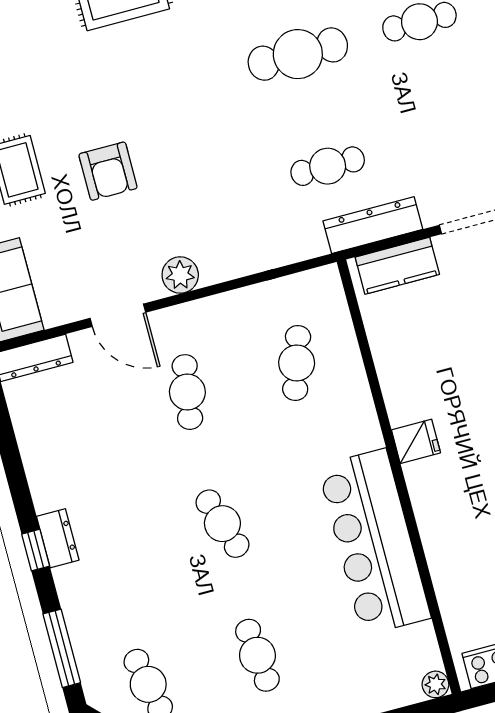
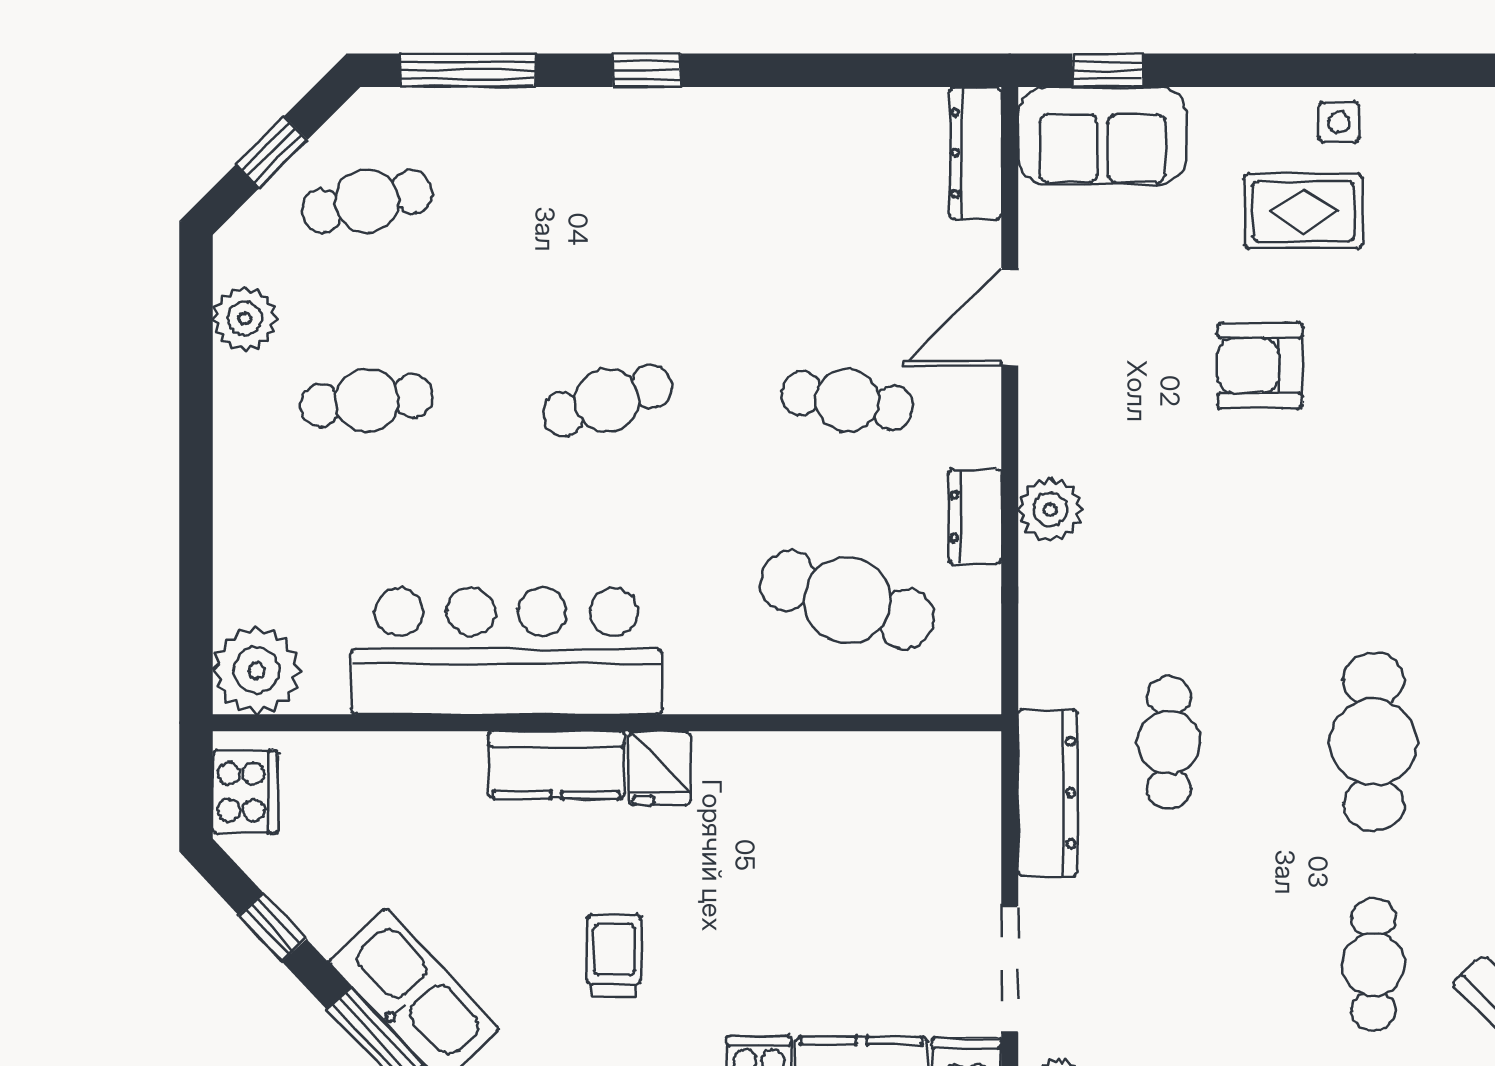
kitchen counter: (397, 266) -> (556, 765), moved, turned -90
plant: (180, 275) -> (1050, 510), moved
cafe table: (297, 363) -> (847, 600), width x1.37, depth x1.35
dresser: (58, 538) -> (975, 517), moved, turned 90
plant: (435, 684) -> (257, 670), width x1.88, depth x1.88

